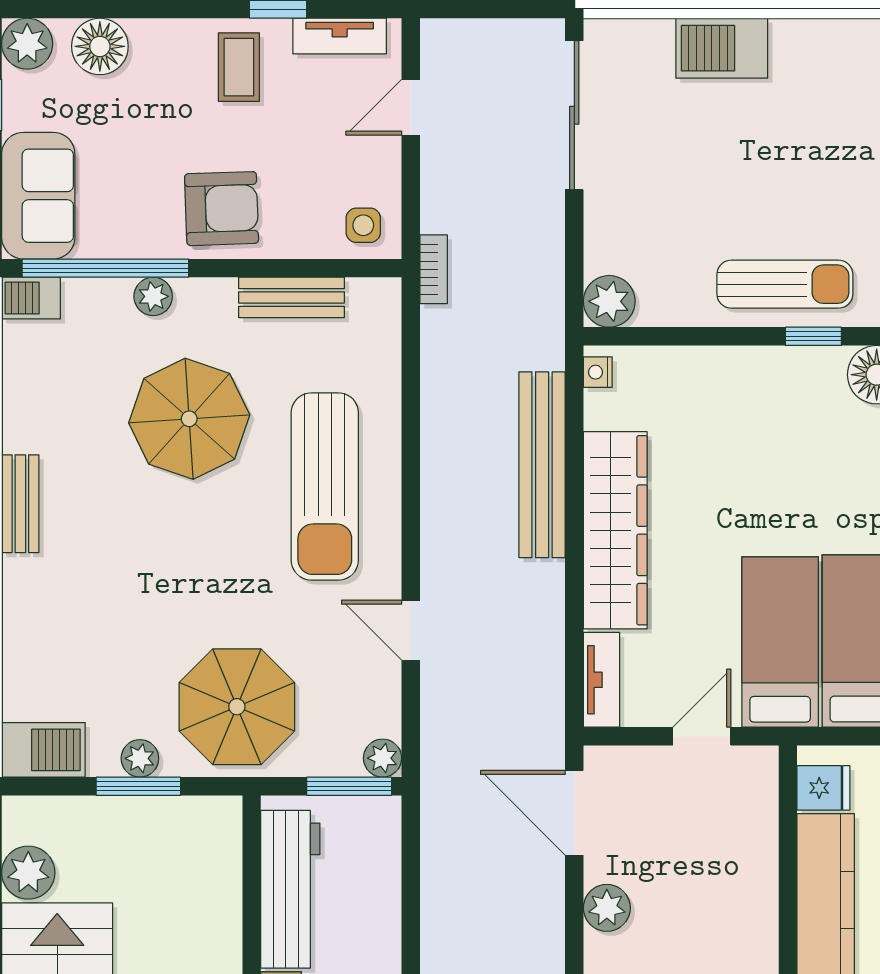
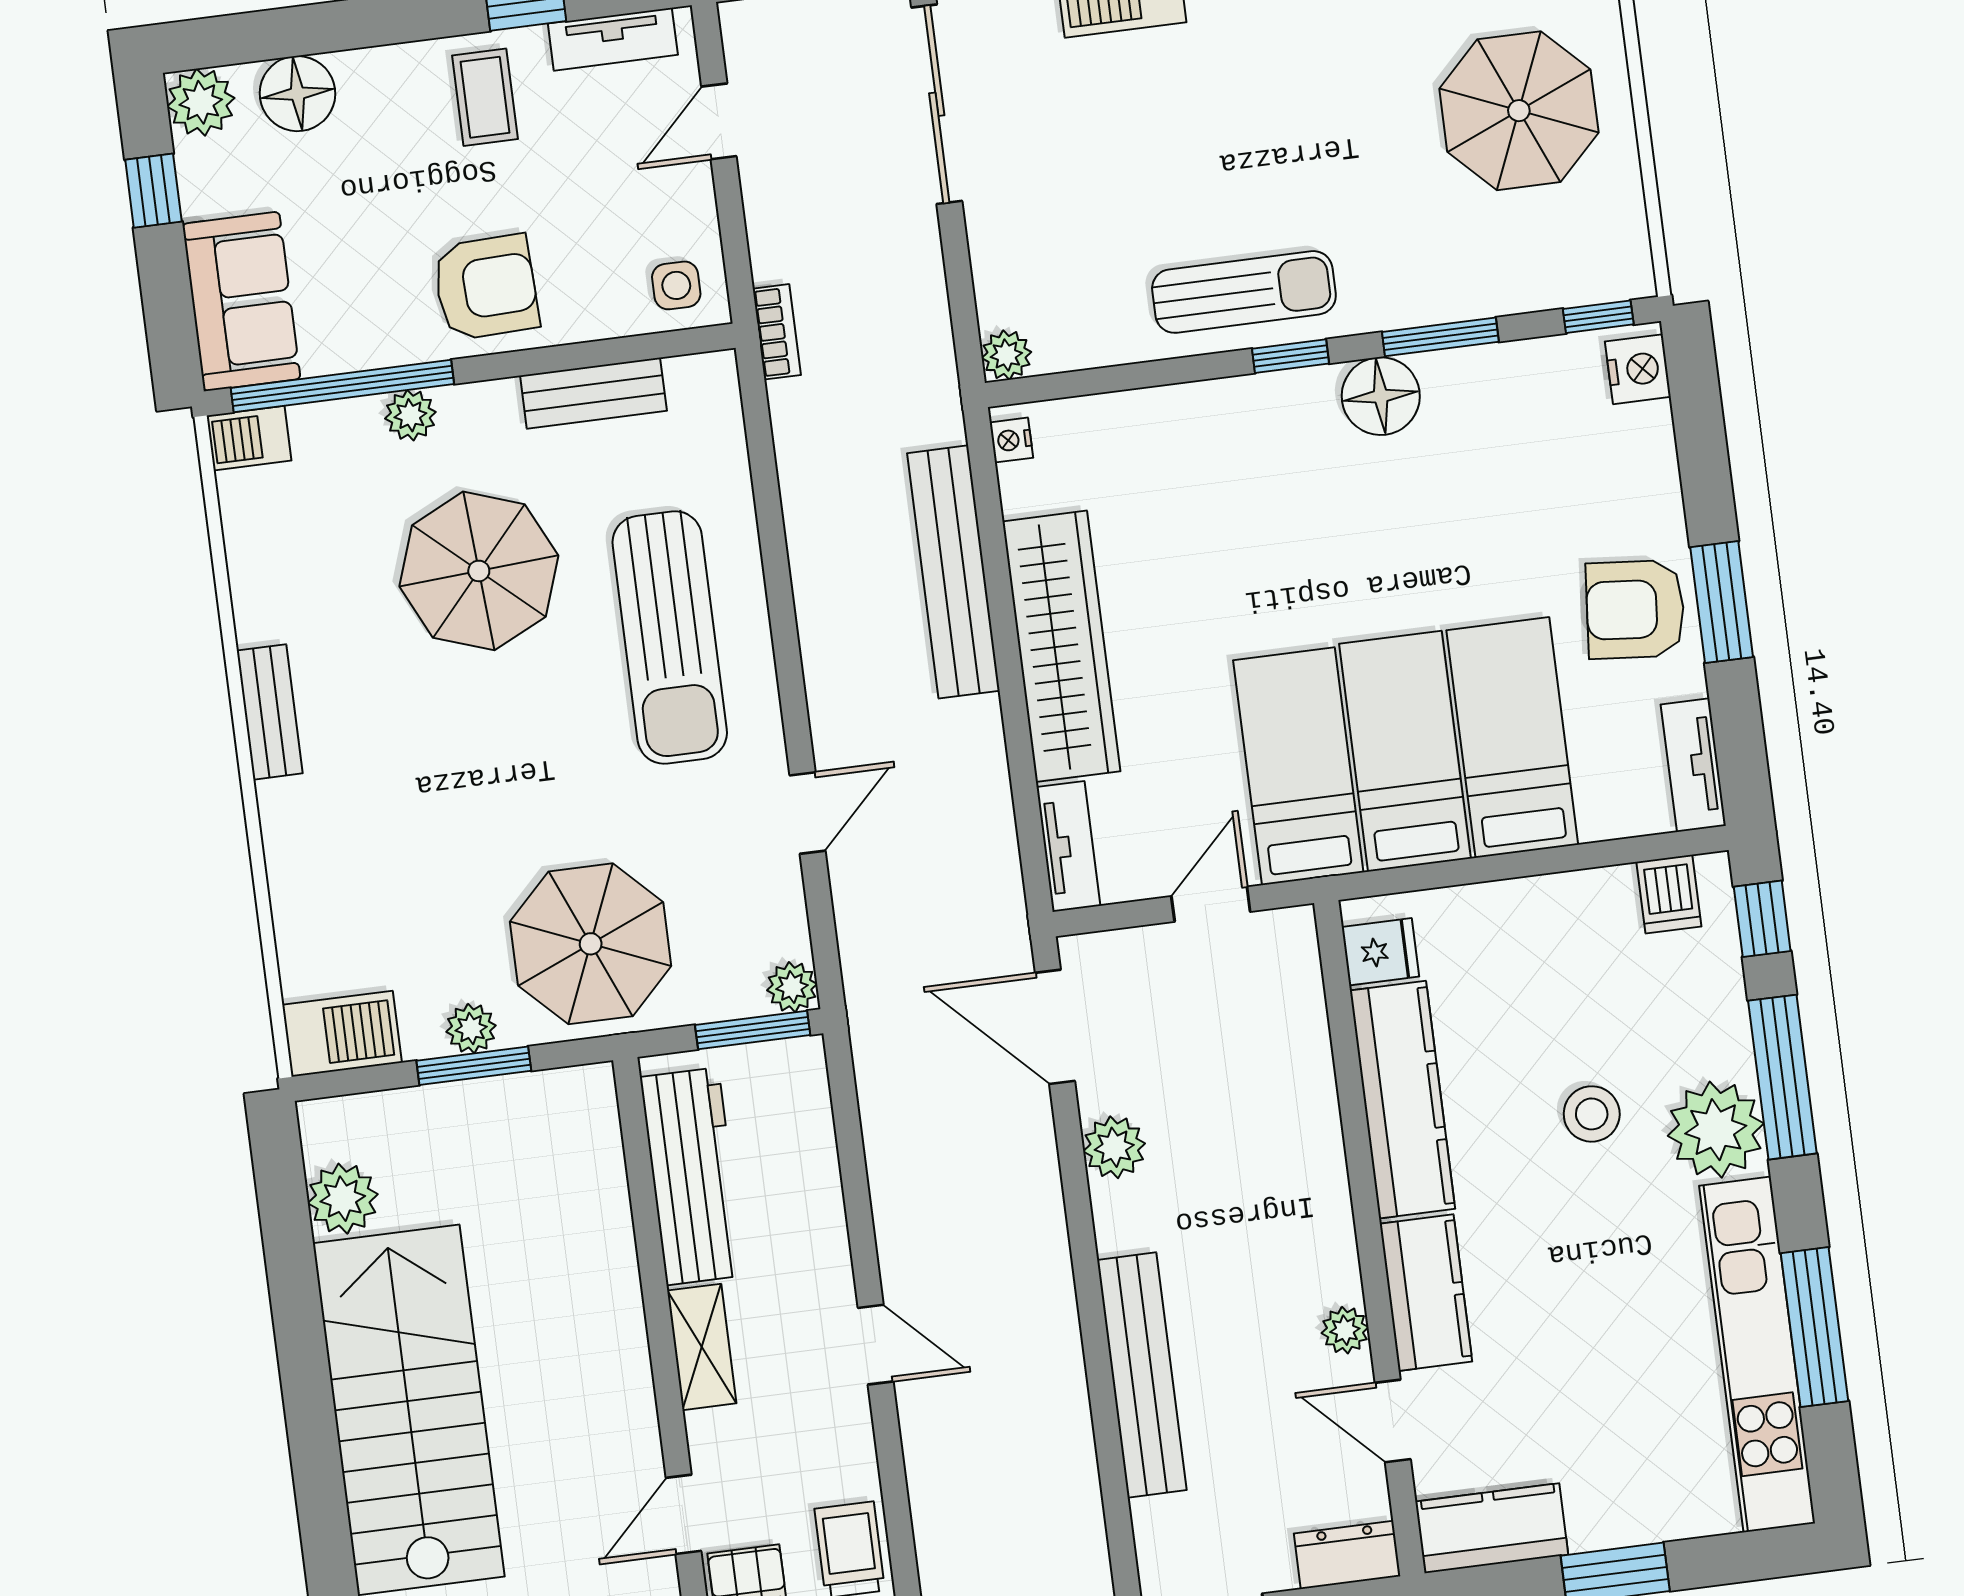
plant: (609, 301) -> (1006, 355), width x0.73, depth x0.73
door: (411, 630) -> (808, 813), swing flipped

